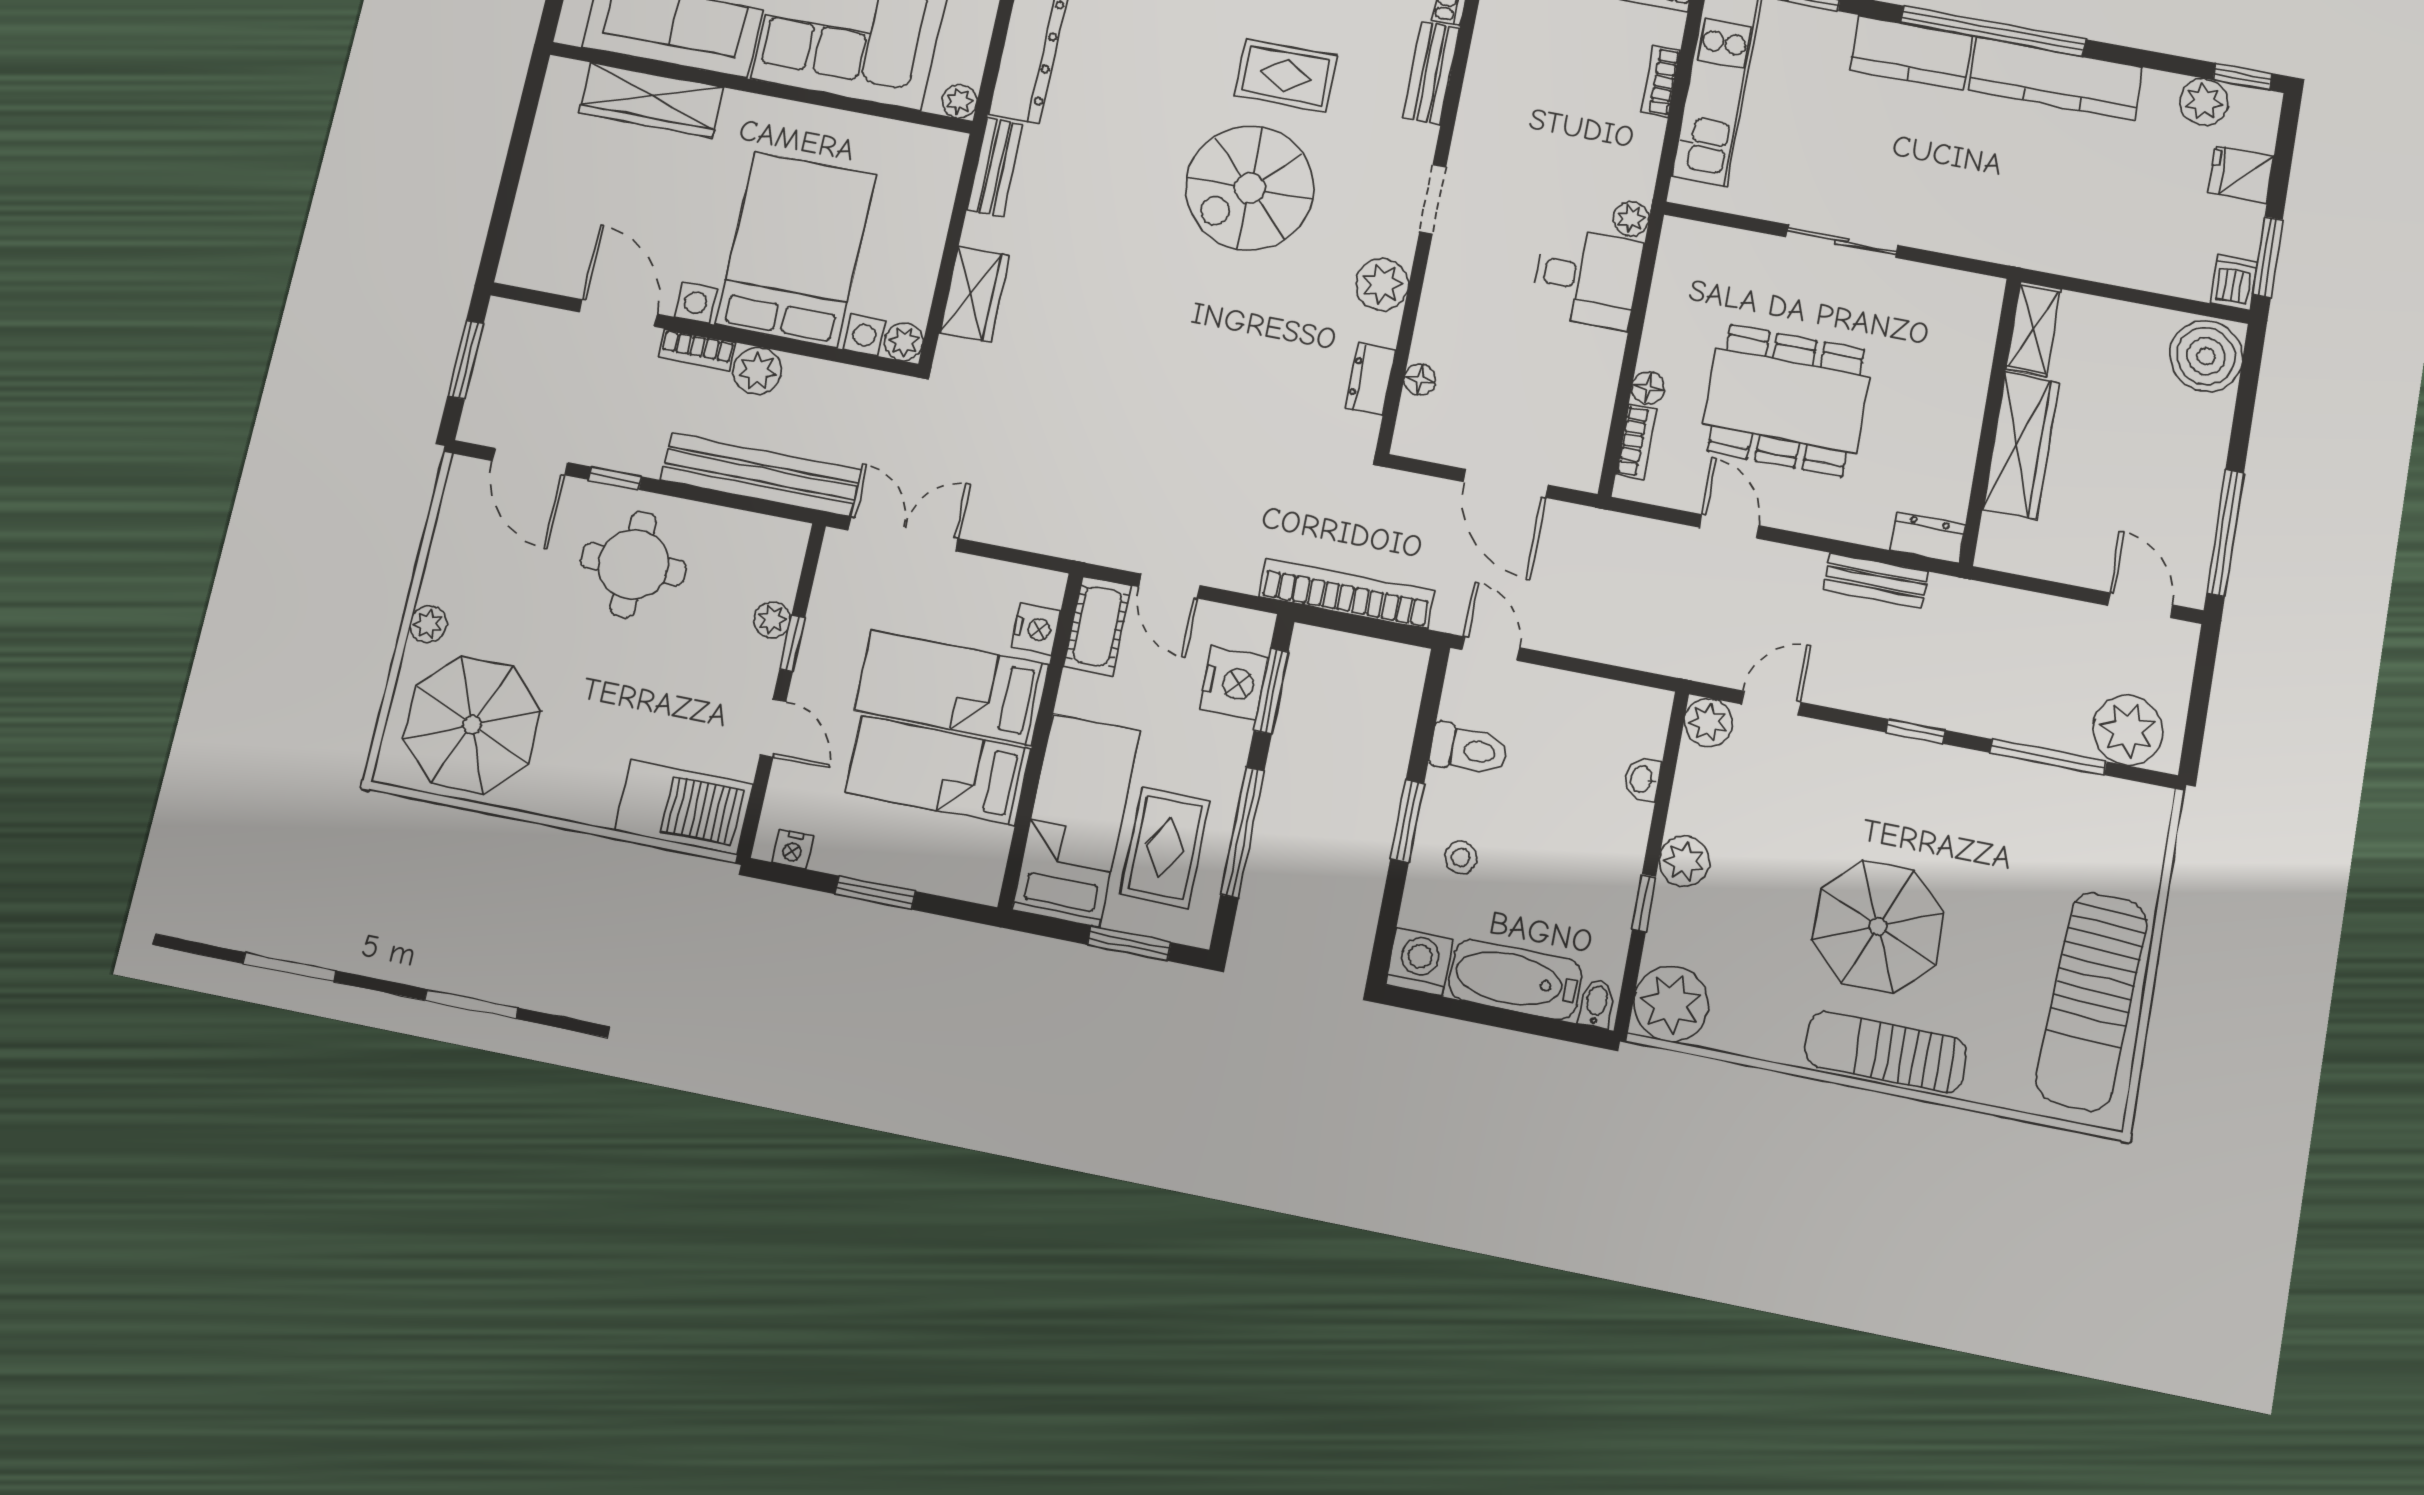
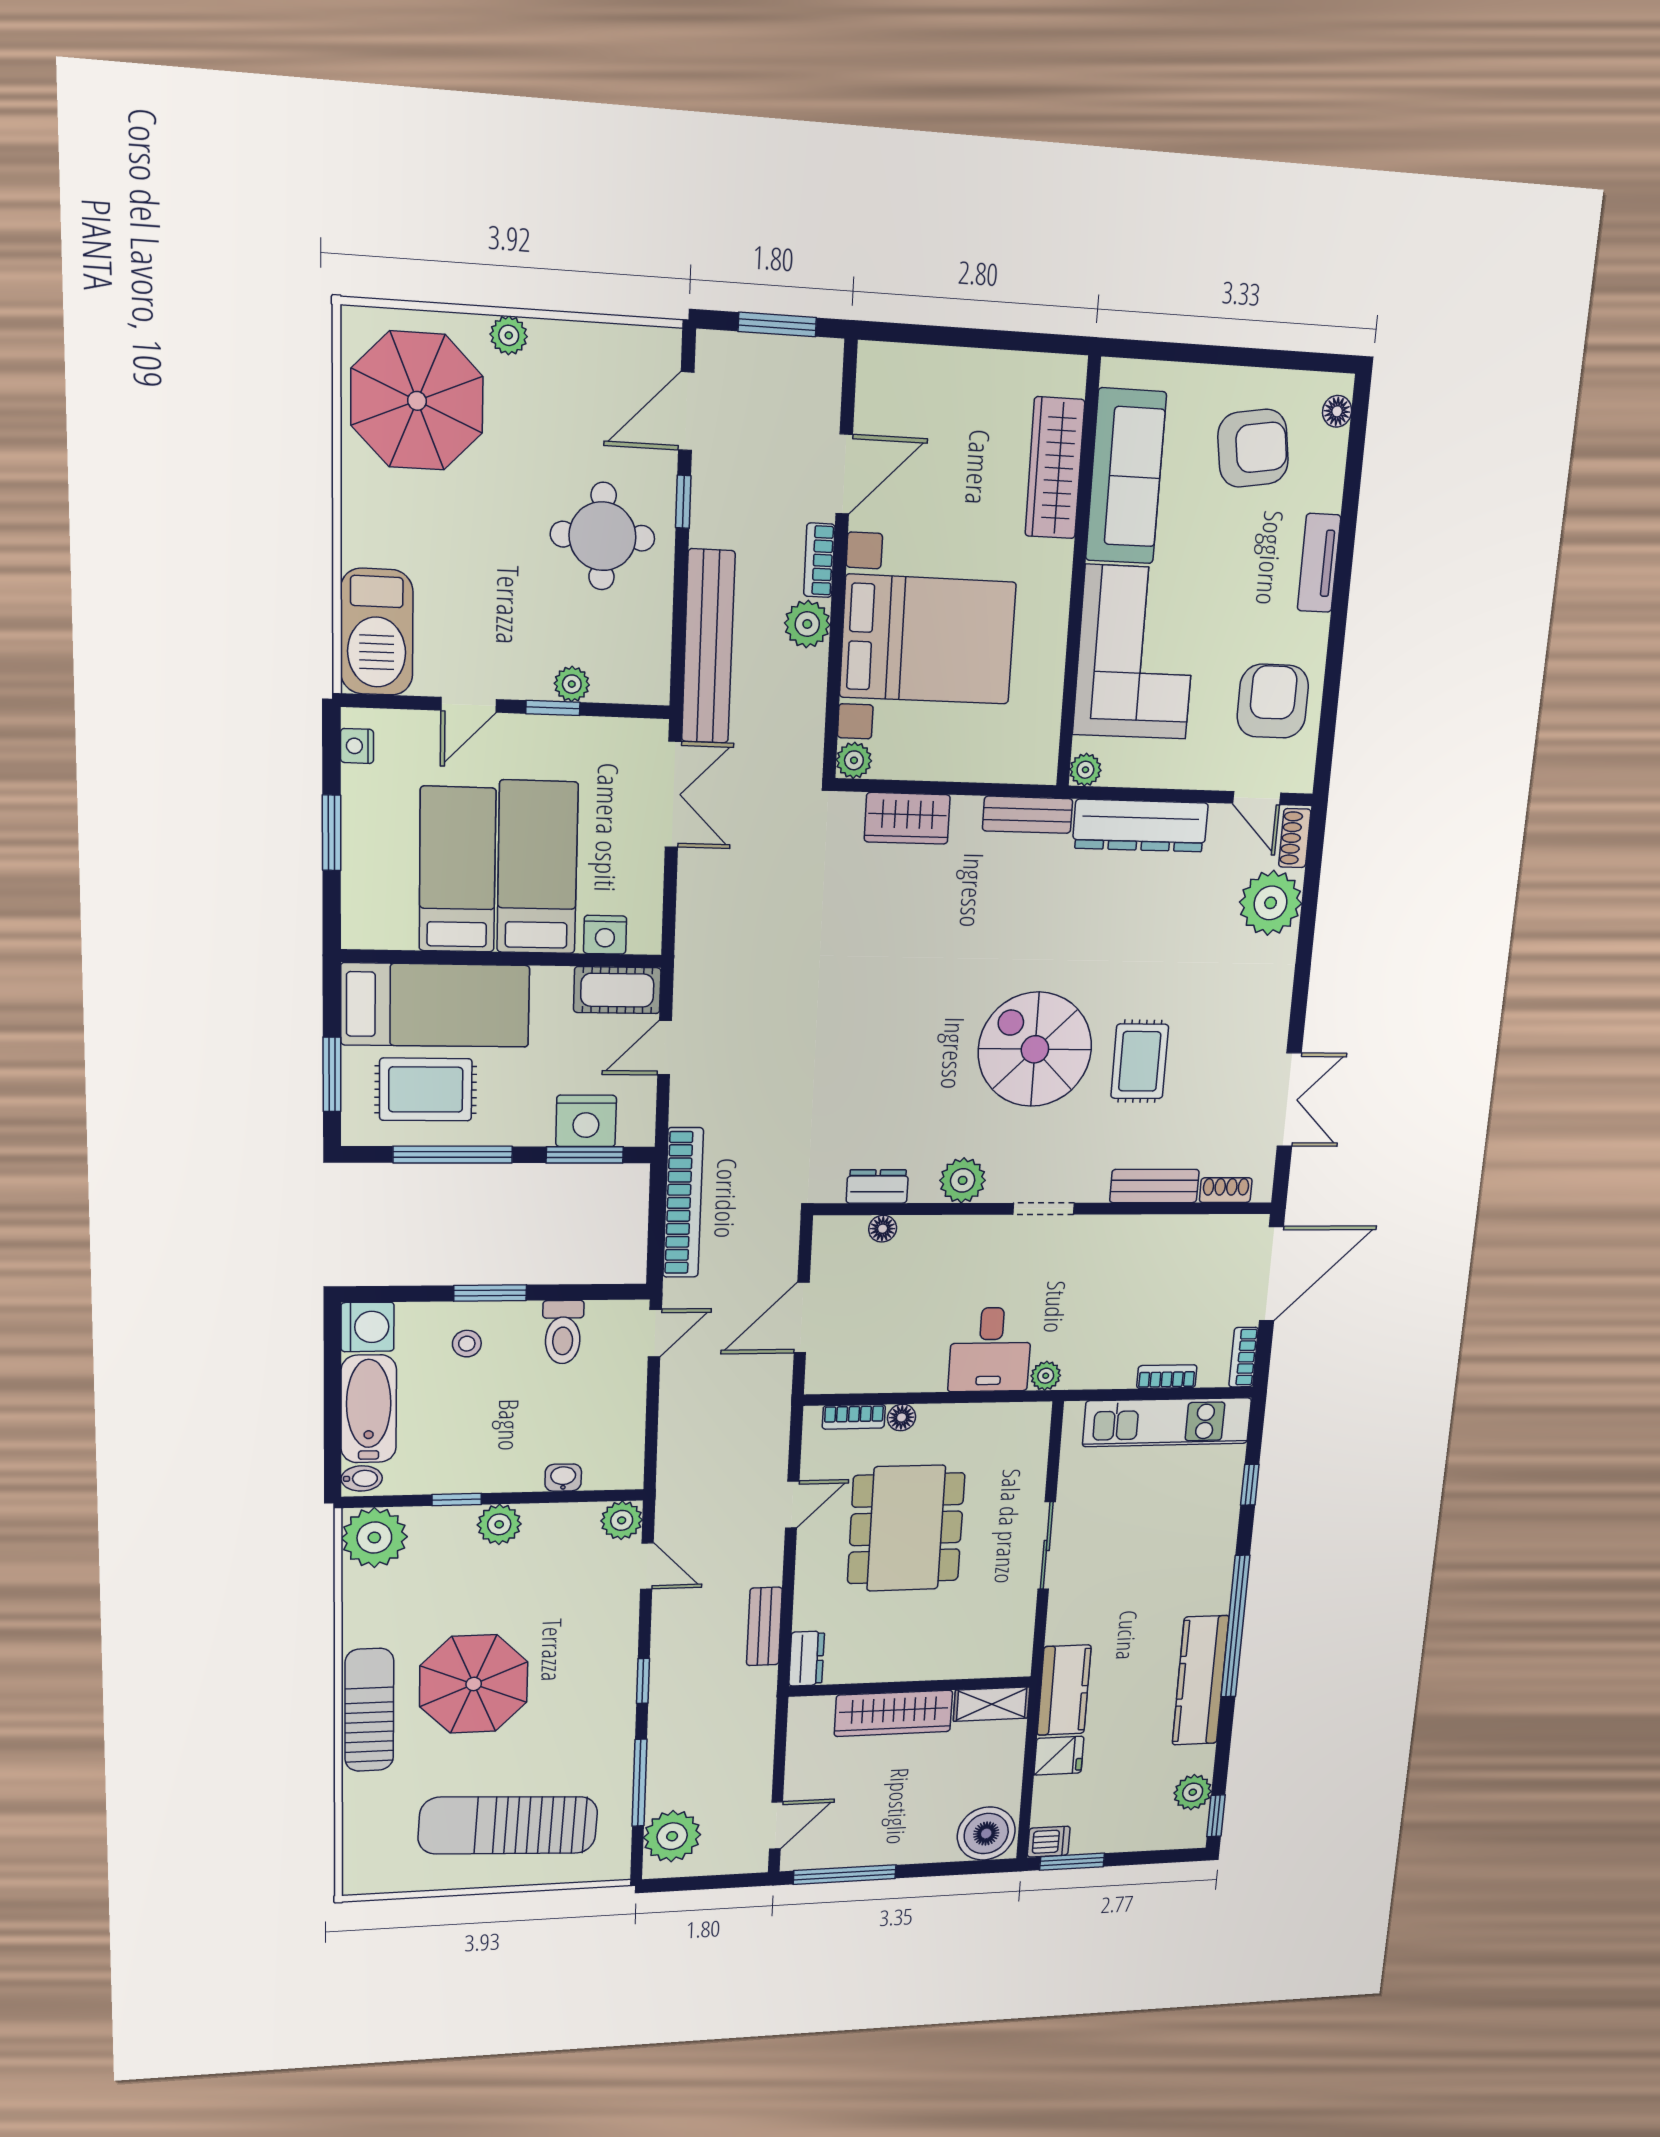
kitchen counter: (1911, 53) -> (1064, 1690), moved, turned 180
fridge: (2241, 174) -> (1059, 1756), moved, turned 90
sun lounger: (2092, 1001) -> (508, 1825), moved

